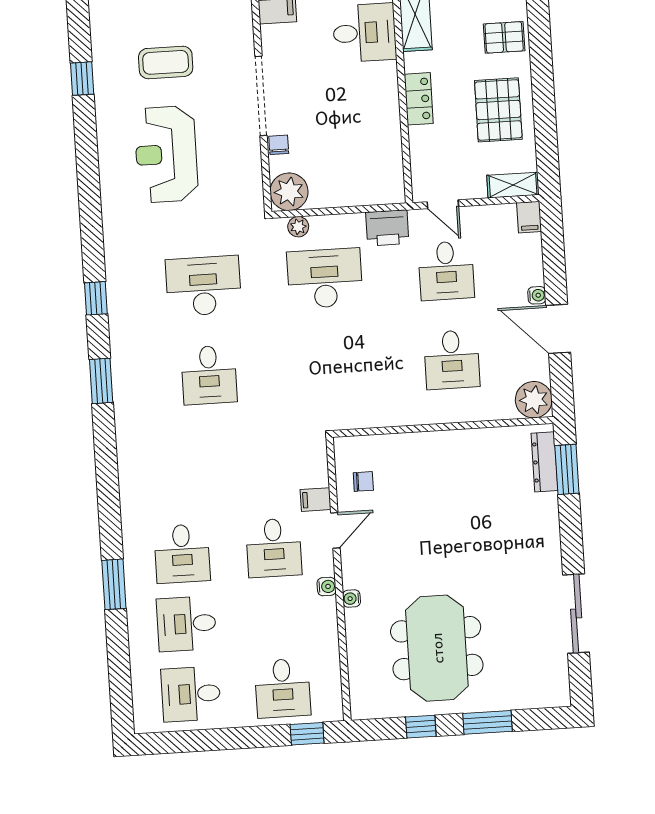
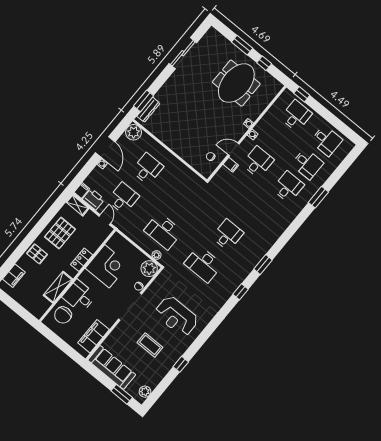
corner desk: (365, 128) -> (107, 266), added
reception desk: (166, 154) -> (177, 316), turned 90
printer: (387, 228) -> (93, 199), moved

